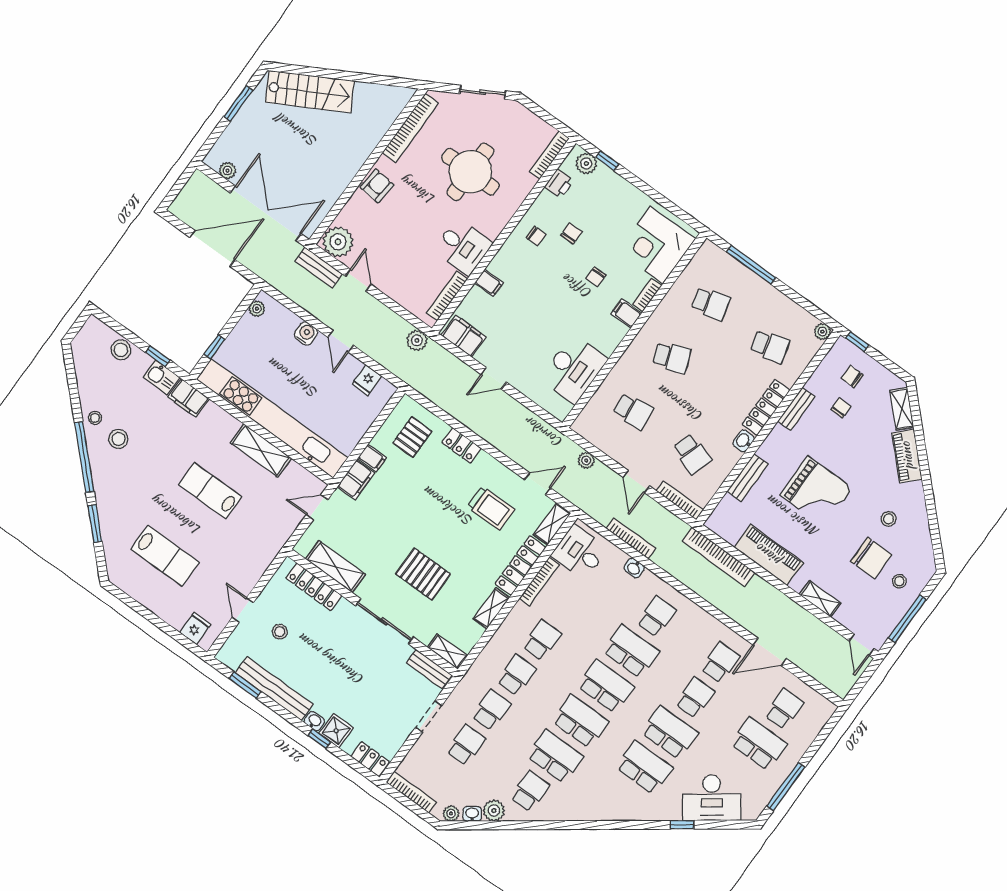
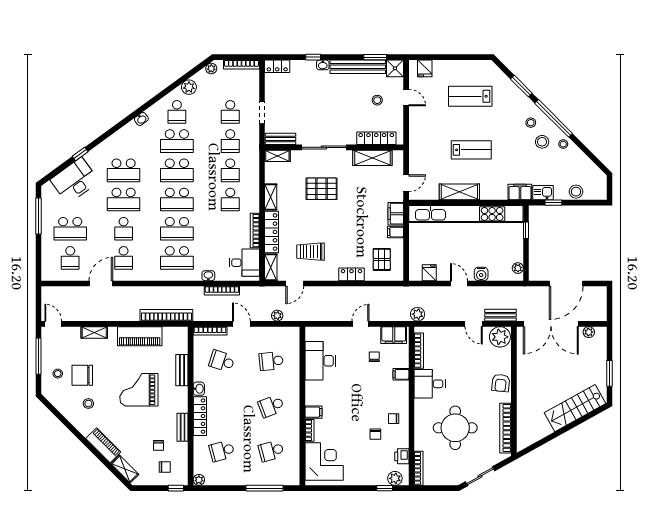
chair: (596, 277) -> (374, 357), moved
stool: (115, 472) -> (531, 123), added
school desk: (656, 616) -> (177, 258), width x1.85
shower: (336, 731) -> (395, 68), moved
washbasin: (472, 814) -> (141, 119), moved

